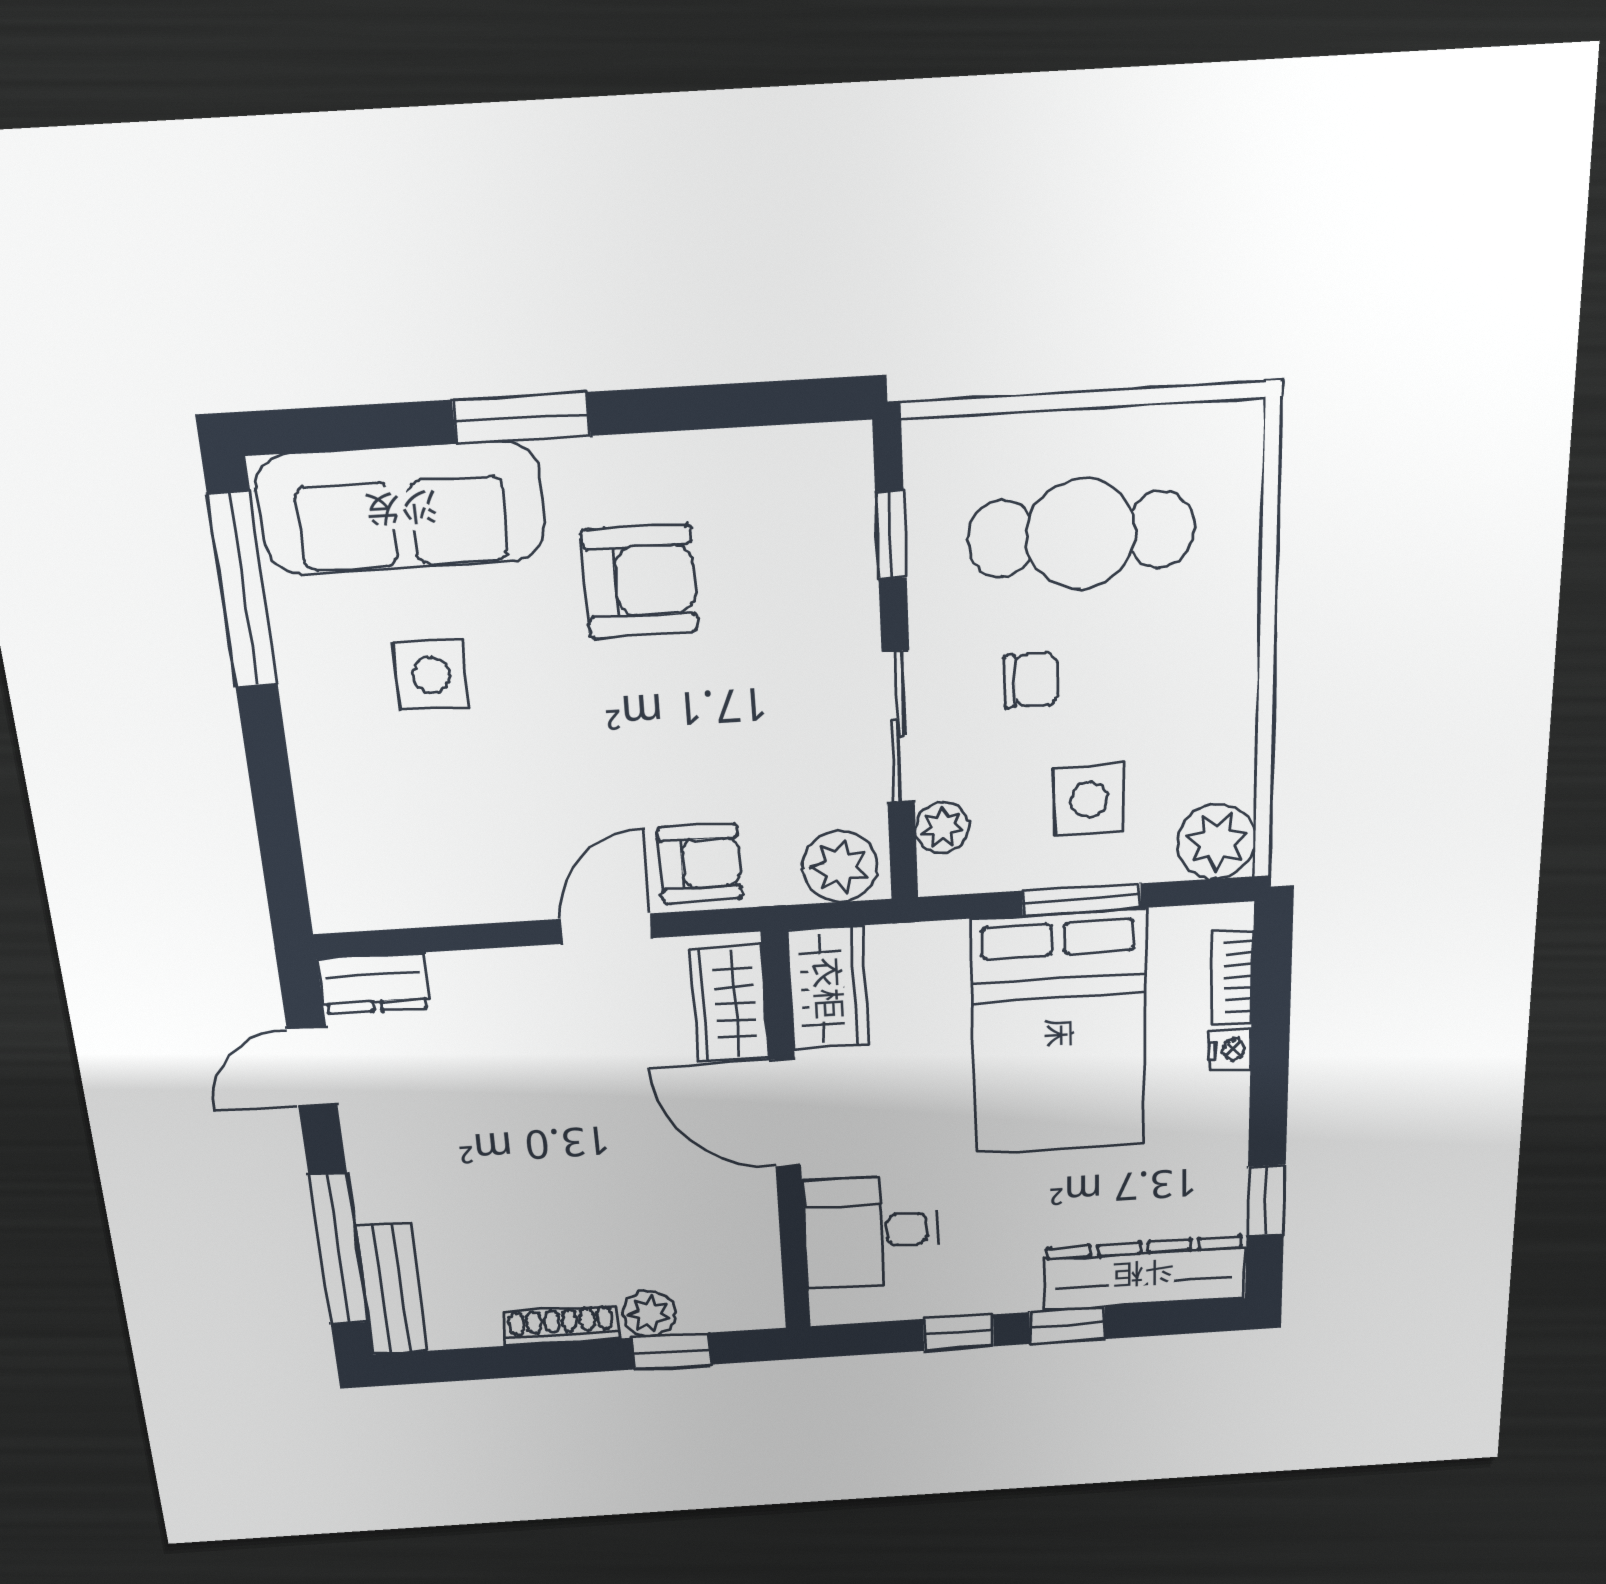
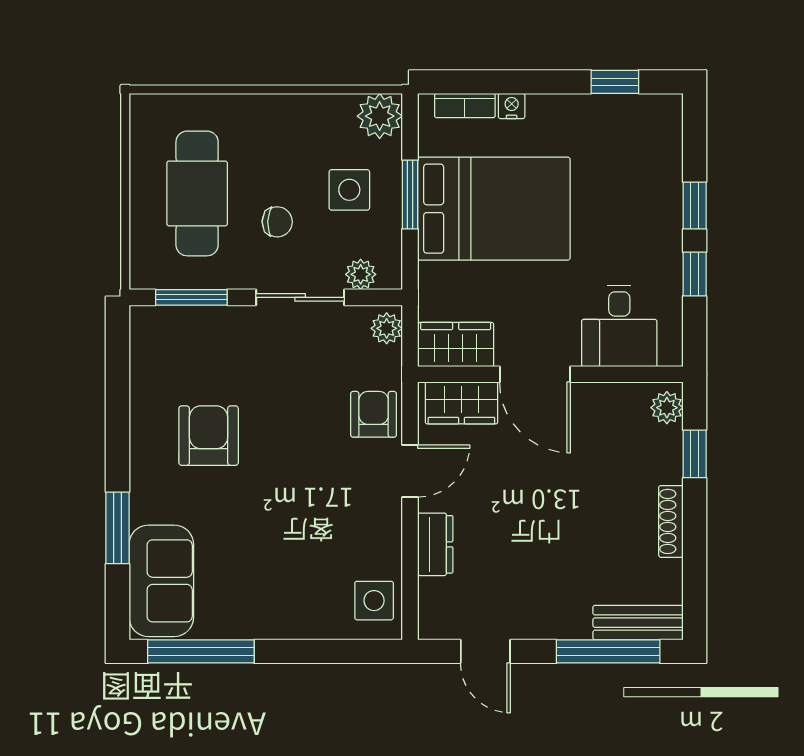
window: (521, 418) -> (118, 528), moved
sofa: (401, 508) -> (161, 581), width x0.73
window: (891, 535) -> (191, 297), width x1.50
side table: (432, 675) -> (374, 601), moved
chair: (1031, 680) -> (277, 222), turned 92
plant: (840, 867) -> (387, 328), width x0.73, depth x0.73
door: (606, 929) -> (410, 471), swing flipped
dresser: (374, 984) -> (435, 544), moved
door: (785, 1113) -> (535, 374), hinge flipped
dresser: (1144, 1273) -> (661, 157), removed
plant: (649, 1314) -> (667, 408), moved

